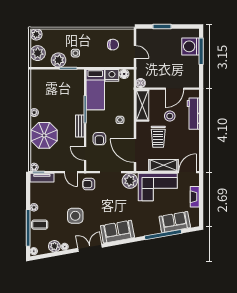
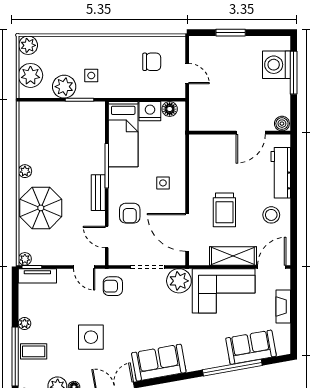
boiler: (141, 83) -> (282, 124), moved
shelving: (142, 105) -> (199, 160), removed
stool: (170, 116) -> (271, 215), moved

